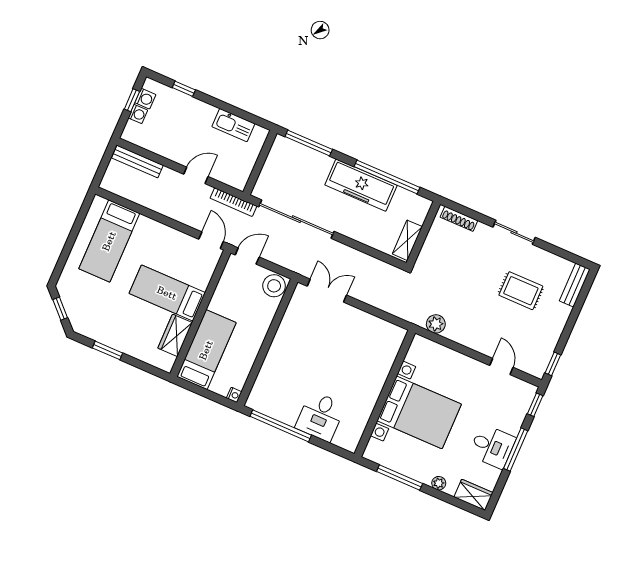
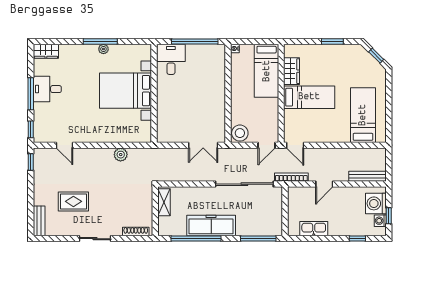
washing machine: (138, 114) -> (376, 203), width x1.89, depth x1.89
wall: (385, 393) -> (154, 93), moved
bed with nightstands: (419, 412) -> (126, 91), moved
plant: (439, 483) -> (103, 49), moved

